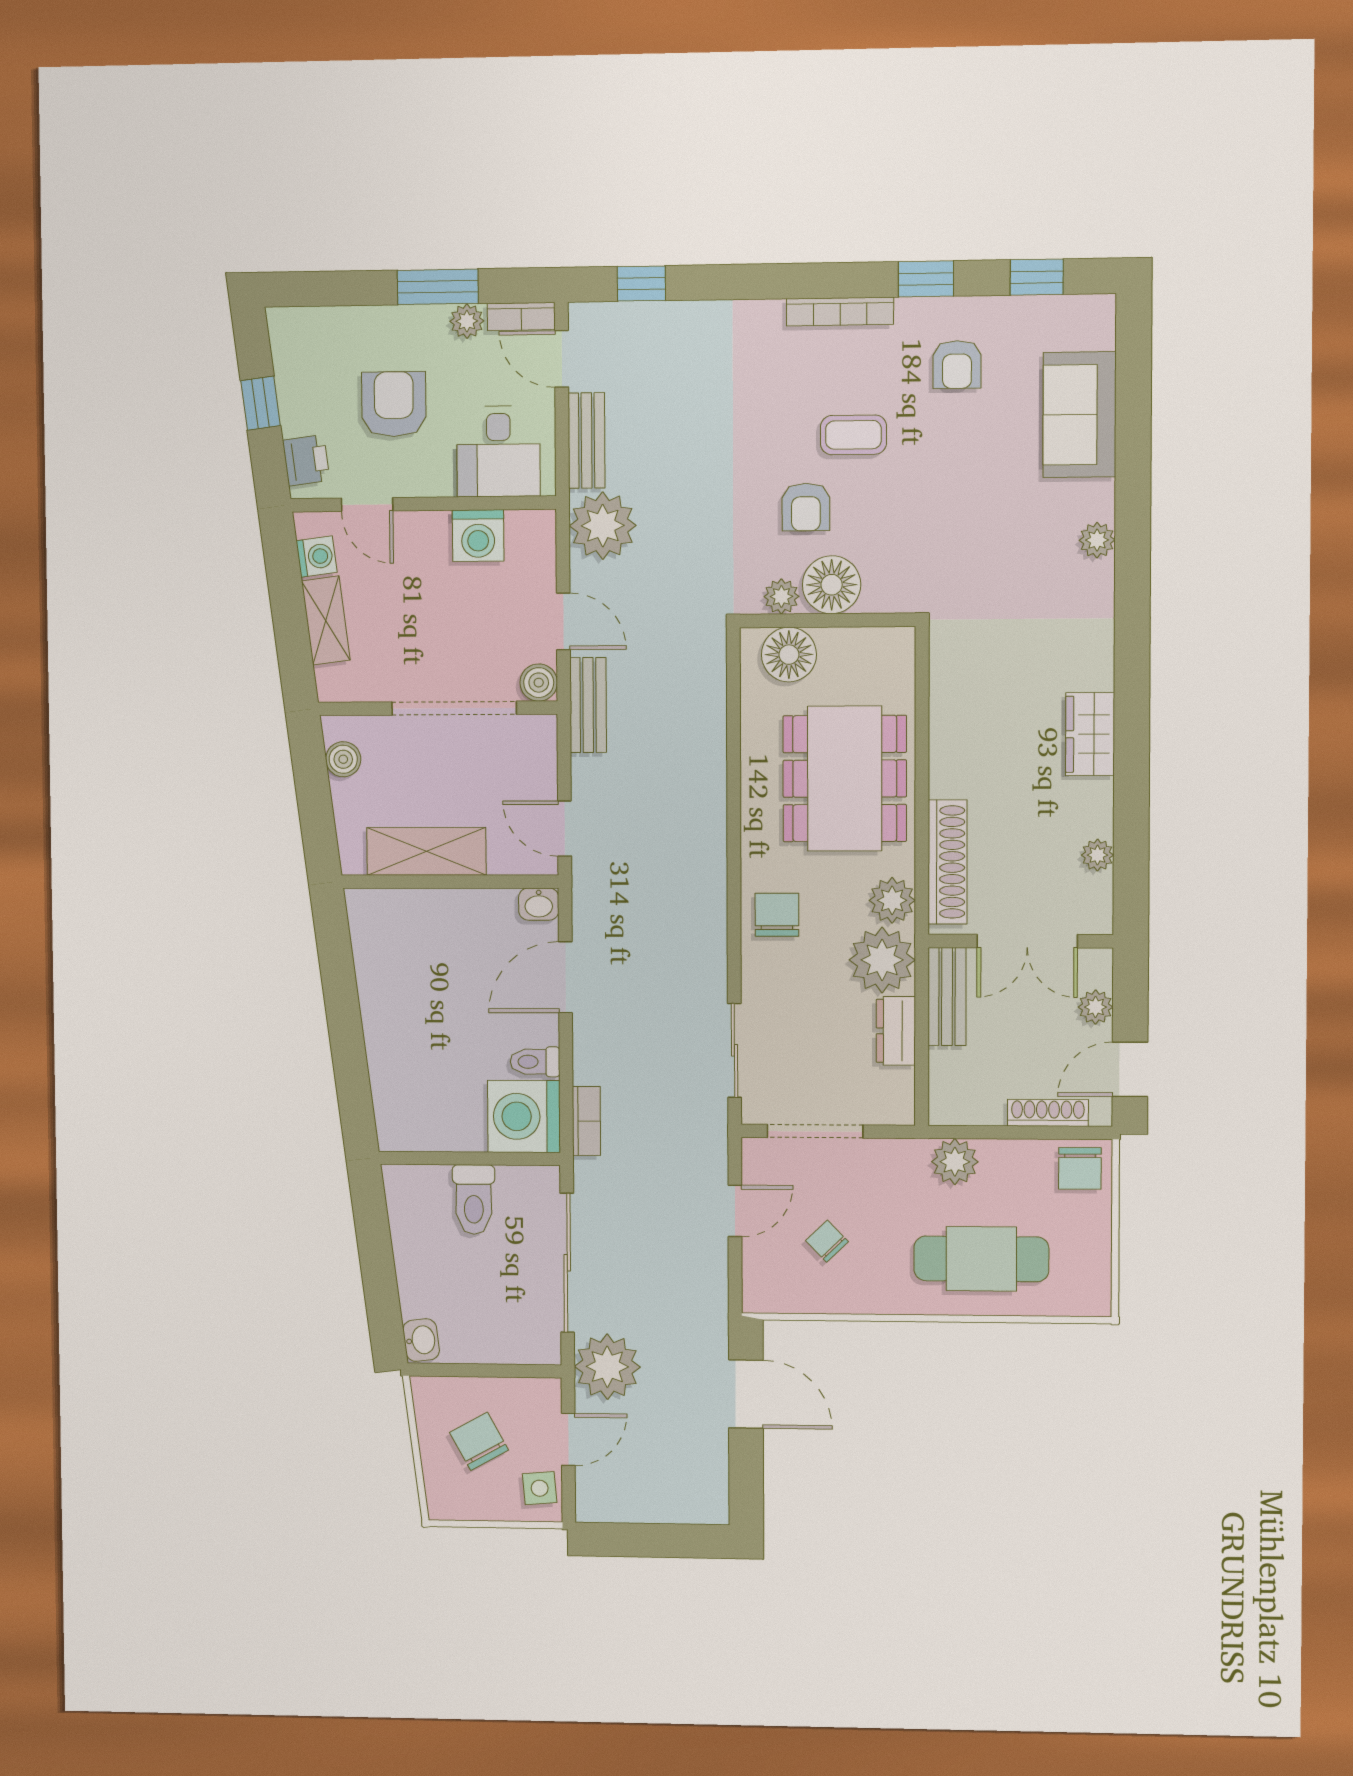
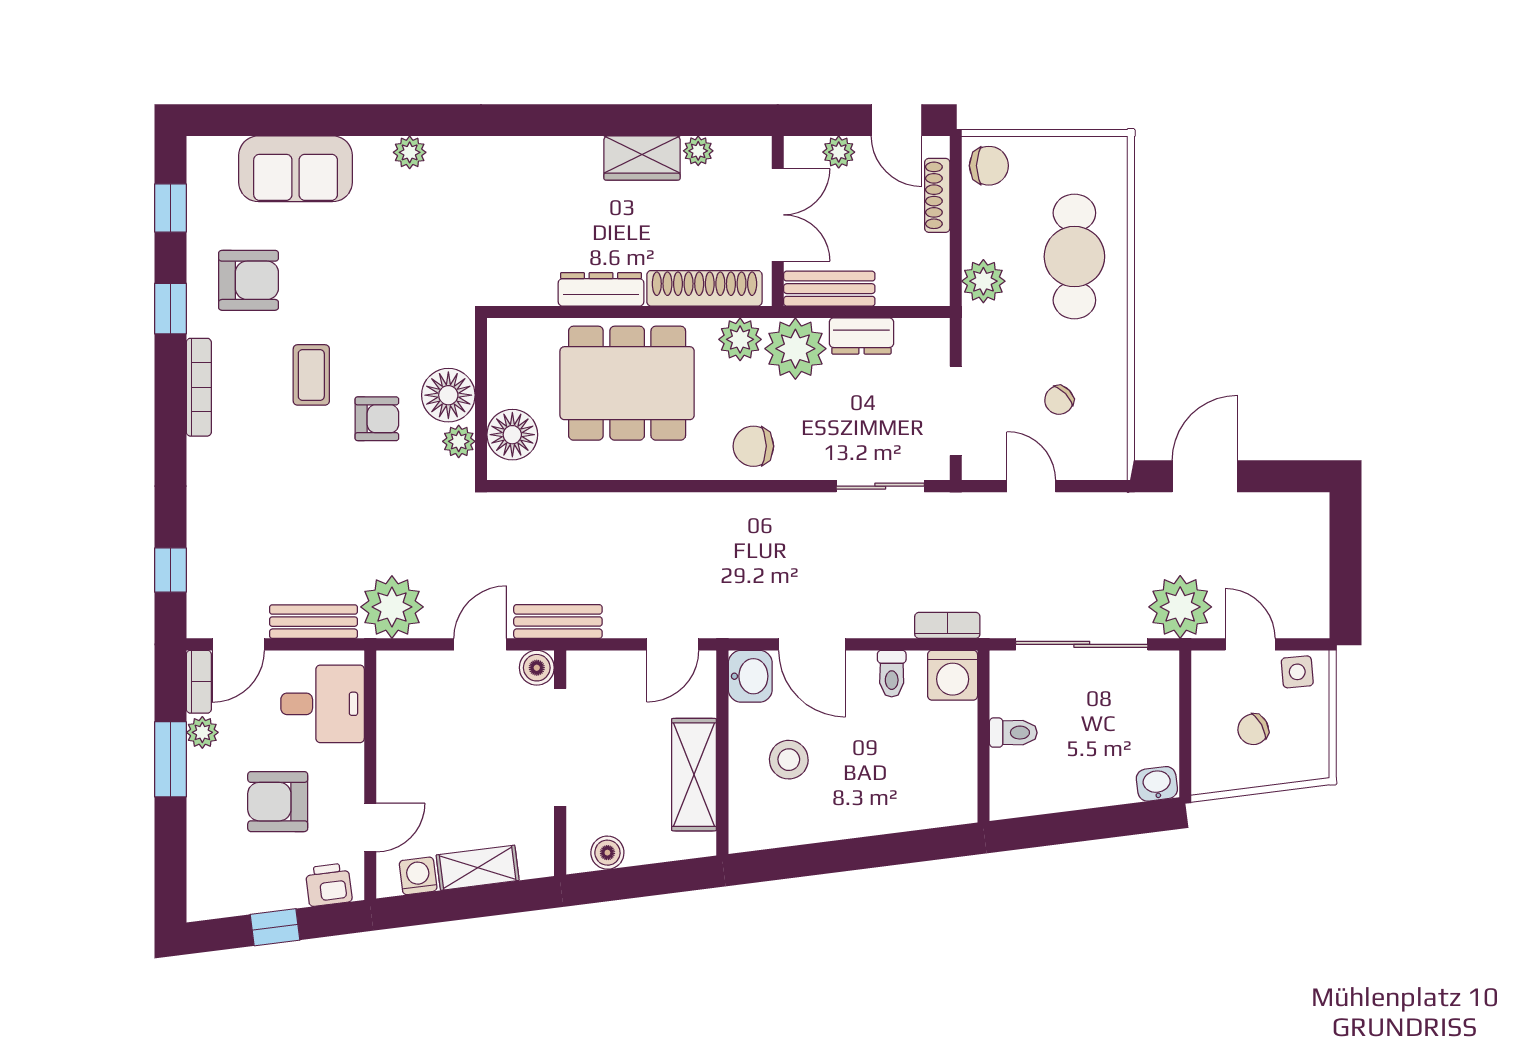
armchair: (957, 365) -> (249, 280), width x1.38, depth x1.38
washing machine: (478, 536) -> (400, 724), removed
wardrobe: (1090, 734) -> (642, 158), moved
dresser: (947, 750) -> (601, 289), added
washbasin: (539, 904) -> (750, 676), width x1.38, depth x1.45
stool: (443, 952) -> (789, 760), added
washing machine: (524, 1116) -> (953, 675), width x0.73, depth x0.73
toilet: (474, 1200) -> (1013, 733), width x0.73, depth x0.72
chair: (479, 1441) -> (1253, 729), width x0.73, depth x0.73

